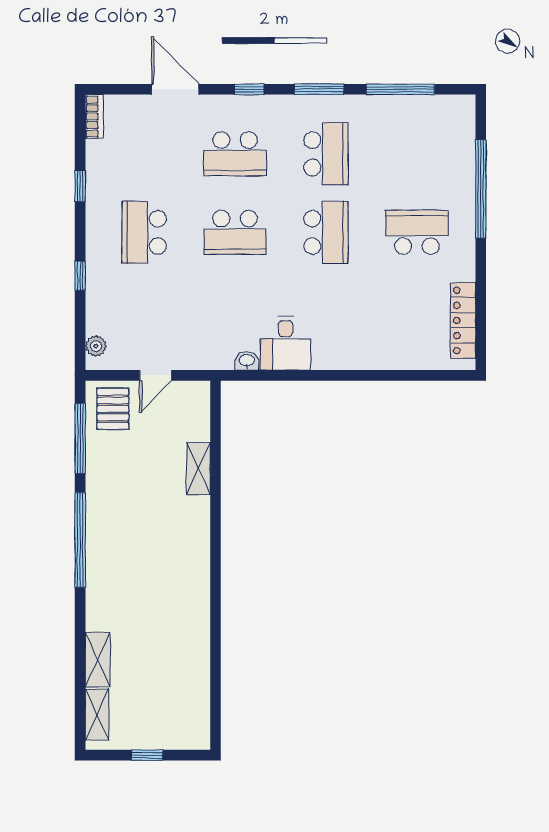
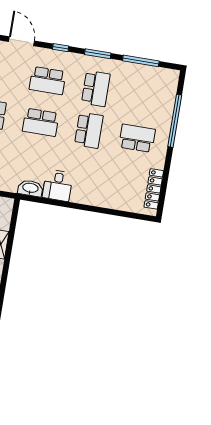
washbasin: (247, 361) -> (30, 188), width x1.91, depth x1.45

